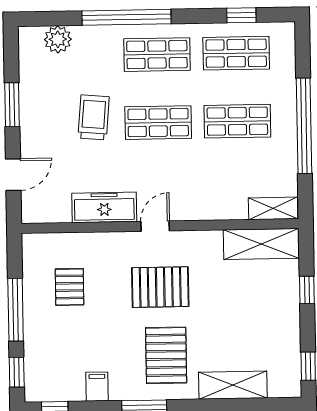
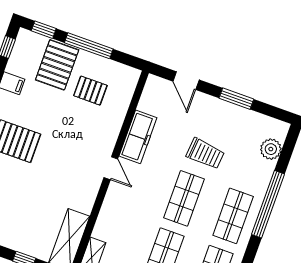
pallet: (160, 287) -> (57, 65), moved

